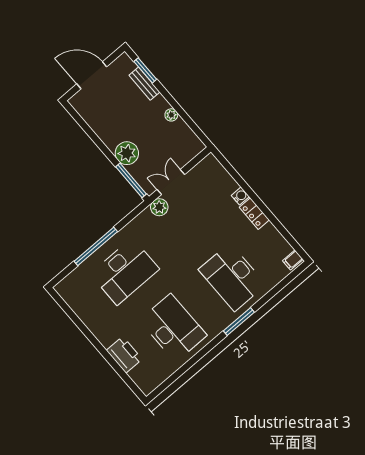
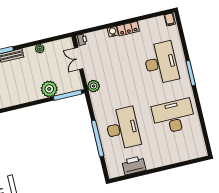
printer: (210, 162) -> (81, 40), added
double door: (171, 182) -> (79, 59), moved
desk: (232, 277) -> (161, 63), turned -90
printer: (124, 355) -> (134, 165), moved

